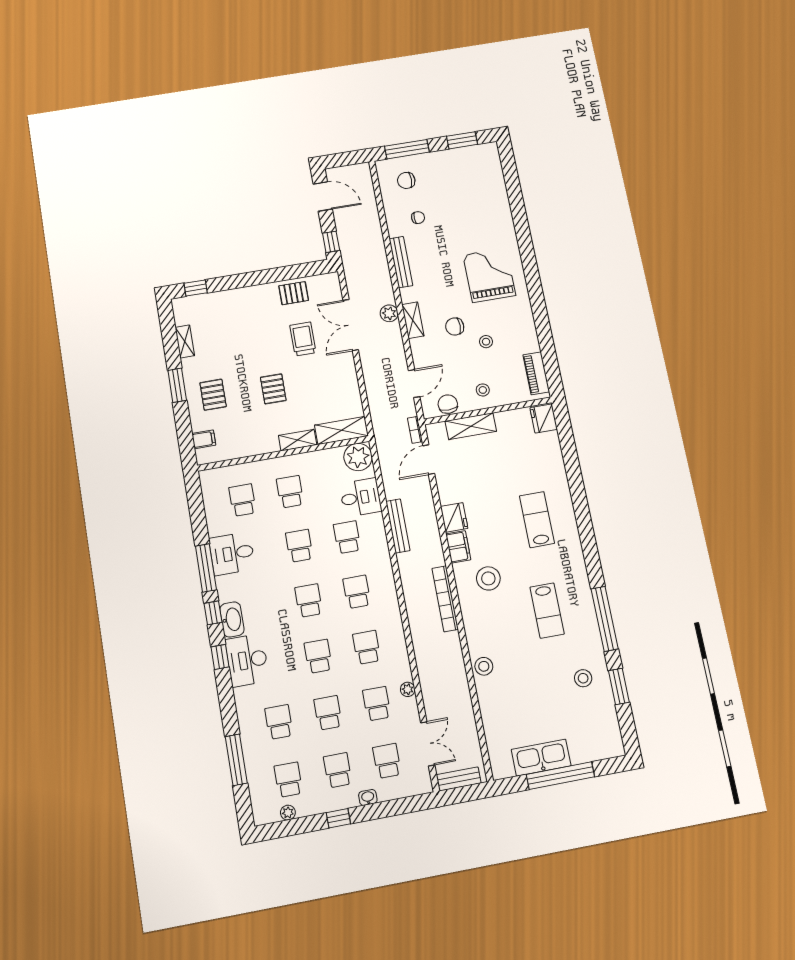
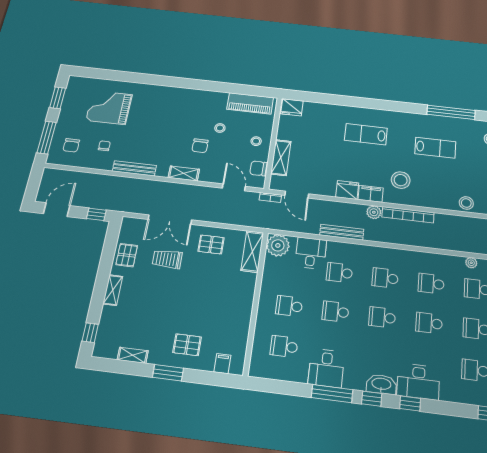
grand piano: (489, 275) -> (109, 107), moved
plant: (389, 313) -> (374, 212), moved
piano: (536, 373) -> (250, 103), width x1.37, depth x1.33
pallet: (273, 389) -> (211, 244), moved
shelving: (298, 440) -> (113, 290), moved

